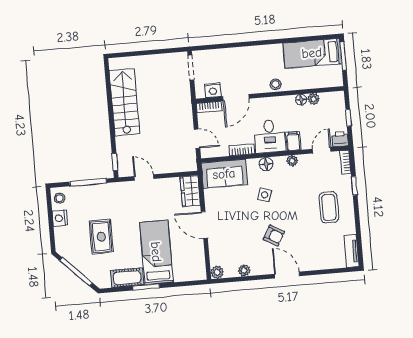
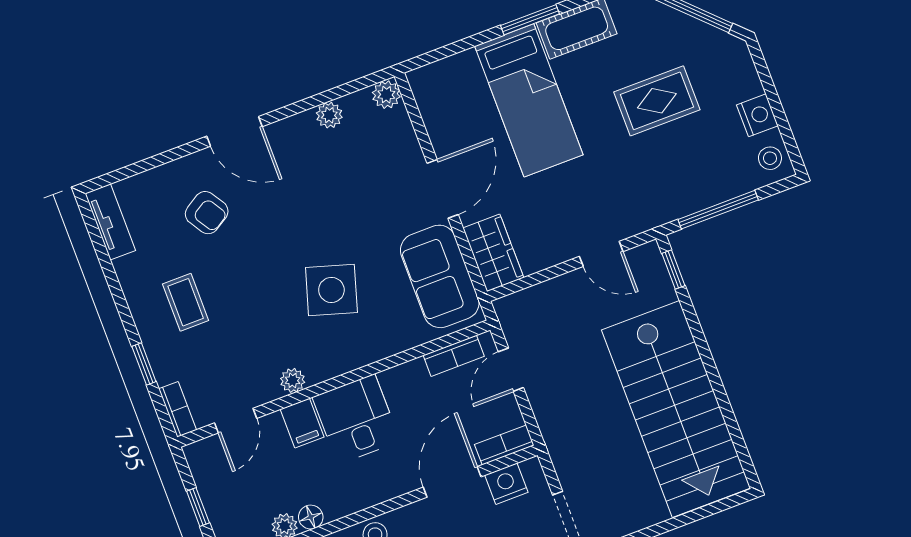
stairs: (124, 102) -> (676, 409), width x1.36, depth x1.51
door: (197, 139) -> (511, 370), hinge flipped
printer: (340, 139) -> (203, 456), removed
bookcase: (242, 150) -> (454, 356), moved
floor lamp: (266, 164) -> (347, 357), removed
sofa: (224, 174) -> (440, 276), moved, turned -90
side table: (265, 195) -> (331, 290), width x1.87, depth x1.87
coffee table: (329, 207) -> (186, 302), width x0.73, depth x0.77
door: (204, 225) -> (443, 189), hinge flipped
armchair: (274, 236) -> (207, 213), moved, turned -152
rug: (101, 237) -> (657, 101), turned 90

